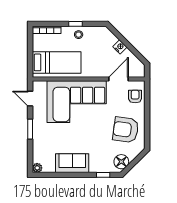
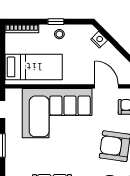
nightstand: (120, 47) -> (99, 40), moved
door: (119, 79) -> (106, 86), hinge flipped

